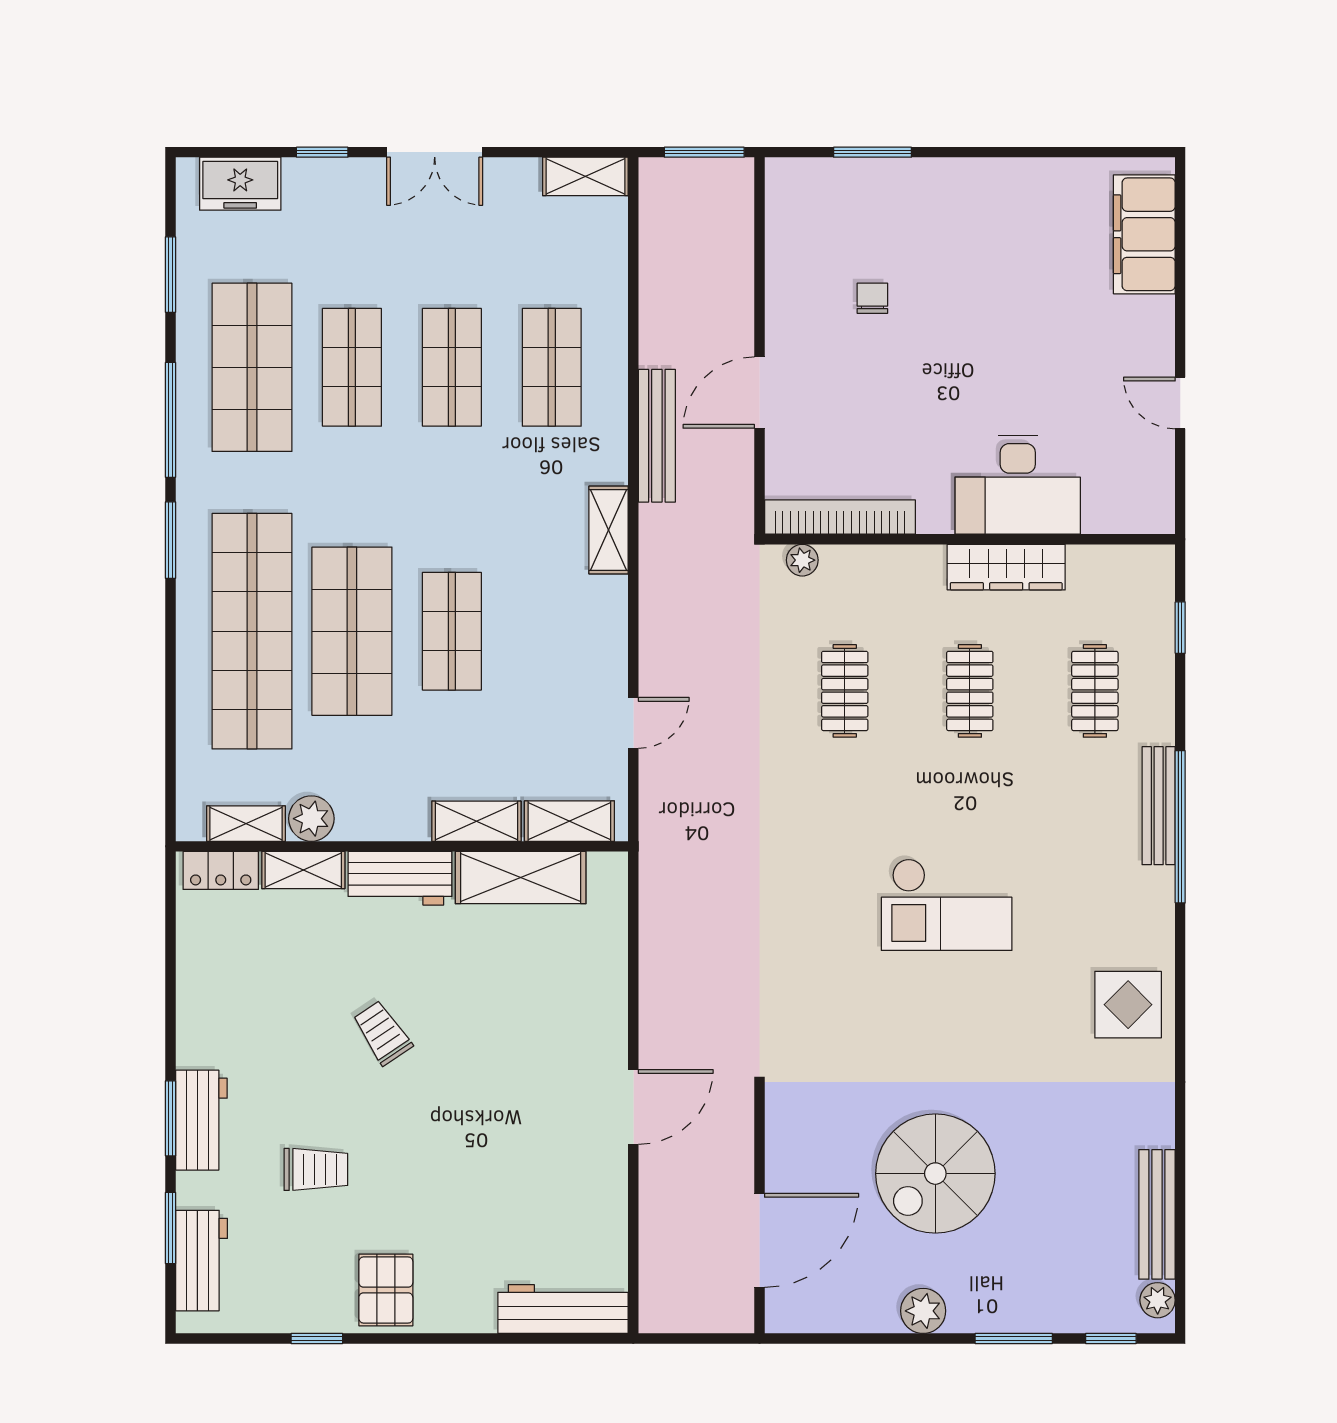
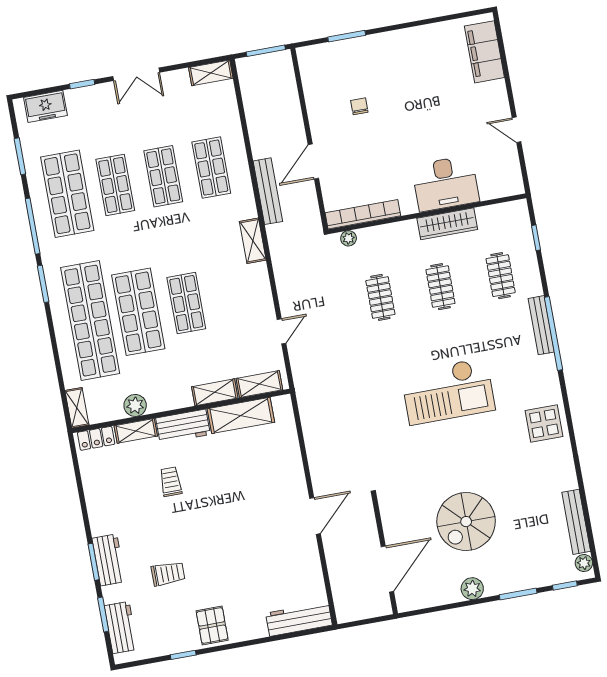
shelving: (246, 824) -> (77, 408), moved, turned 90
checkout: (947, 905) -> (448, 391), width x1.36, depth x1.21
trolley: (382, 1033) -> (171, 482), moved, turned 34

